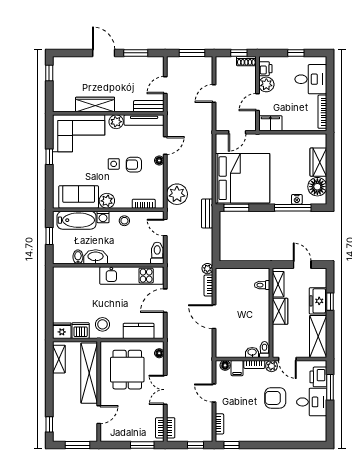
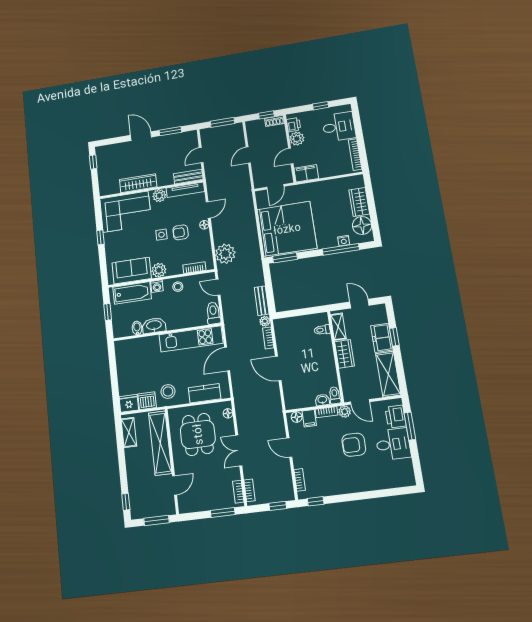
bench: (207, 213) -> (262, 301), moved

